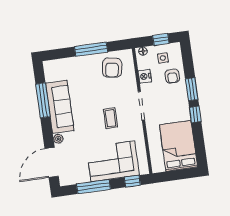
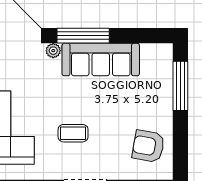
window: (91, 49) -> (180, 86), moved
window: (43, 100) -> (83, 36), moved

